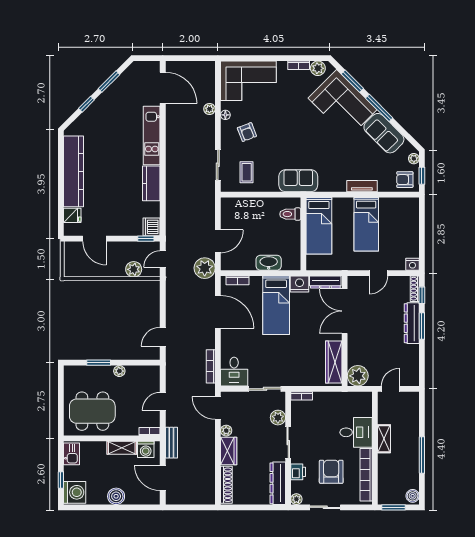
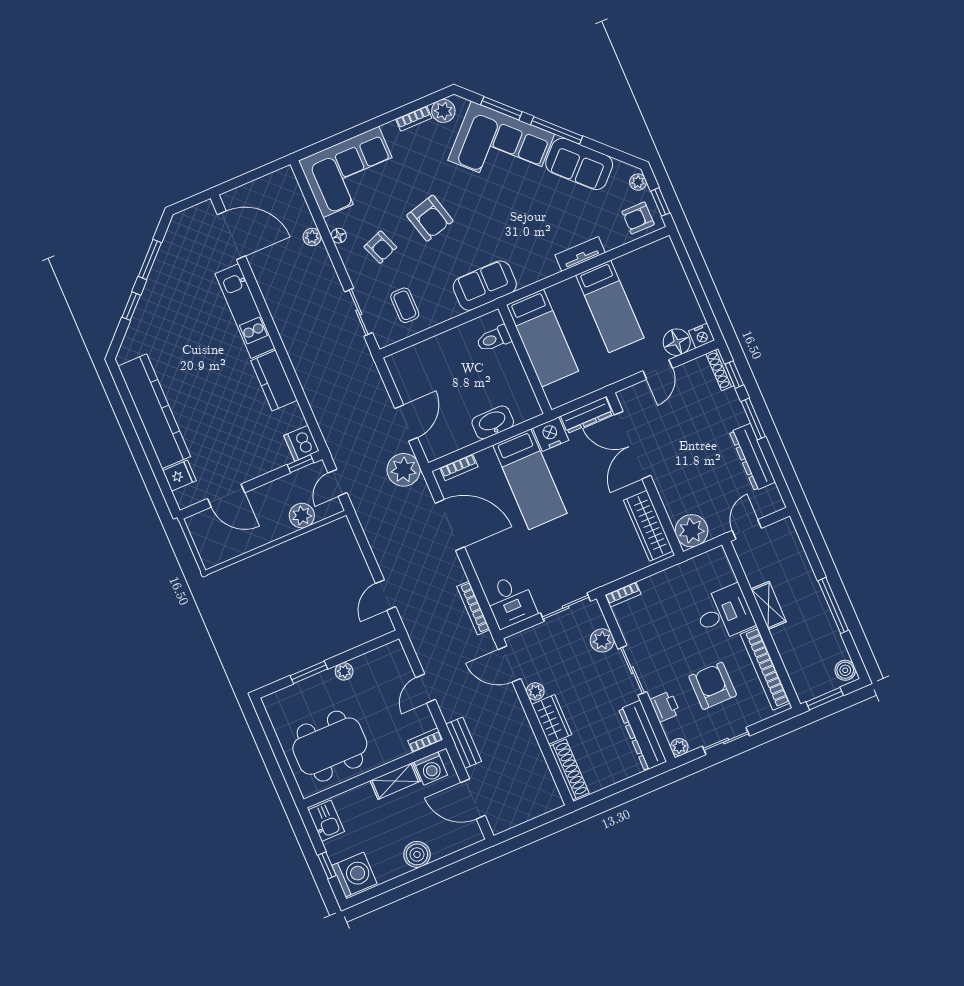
armchair: (283, 128) -> (430, 218), added
floor lamp: (396, 262) -> (677, 342), added
dresser: (412, 323) -> (752, 457), moved

